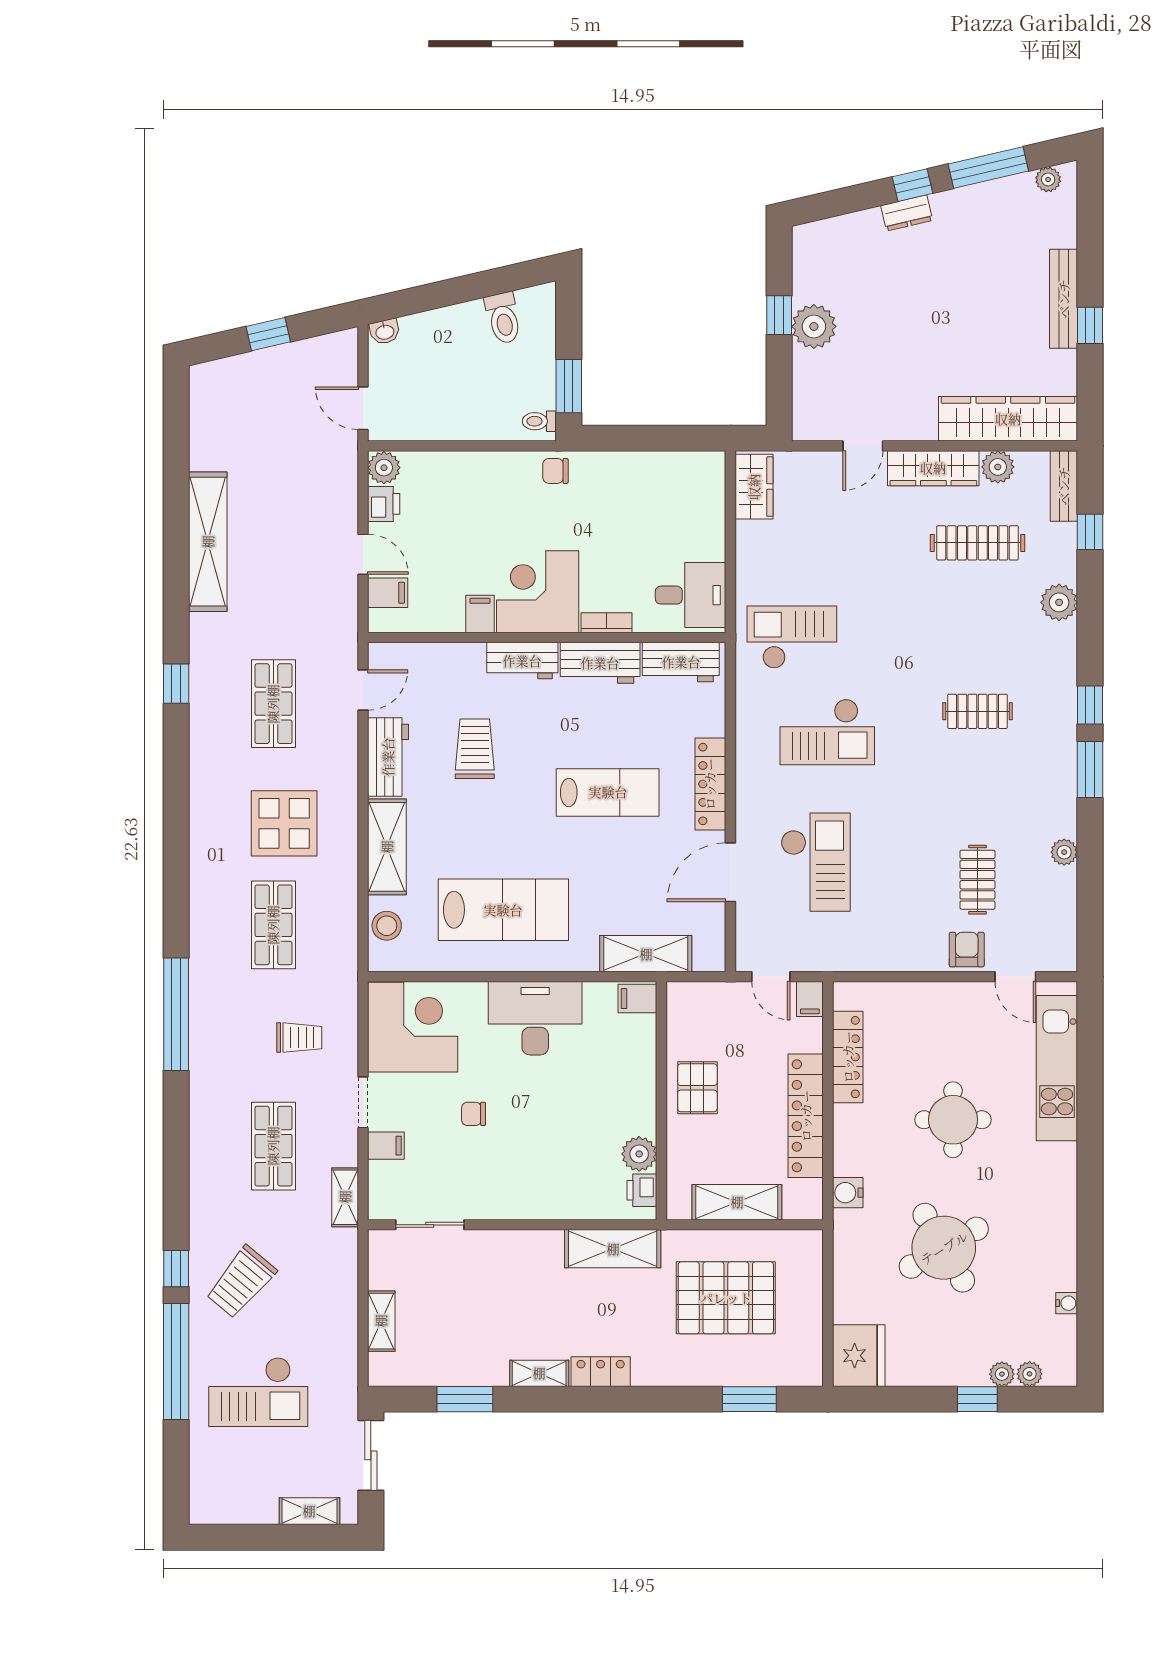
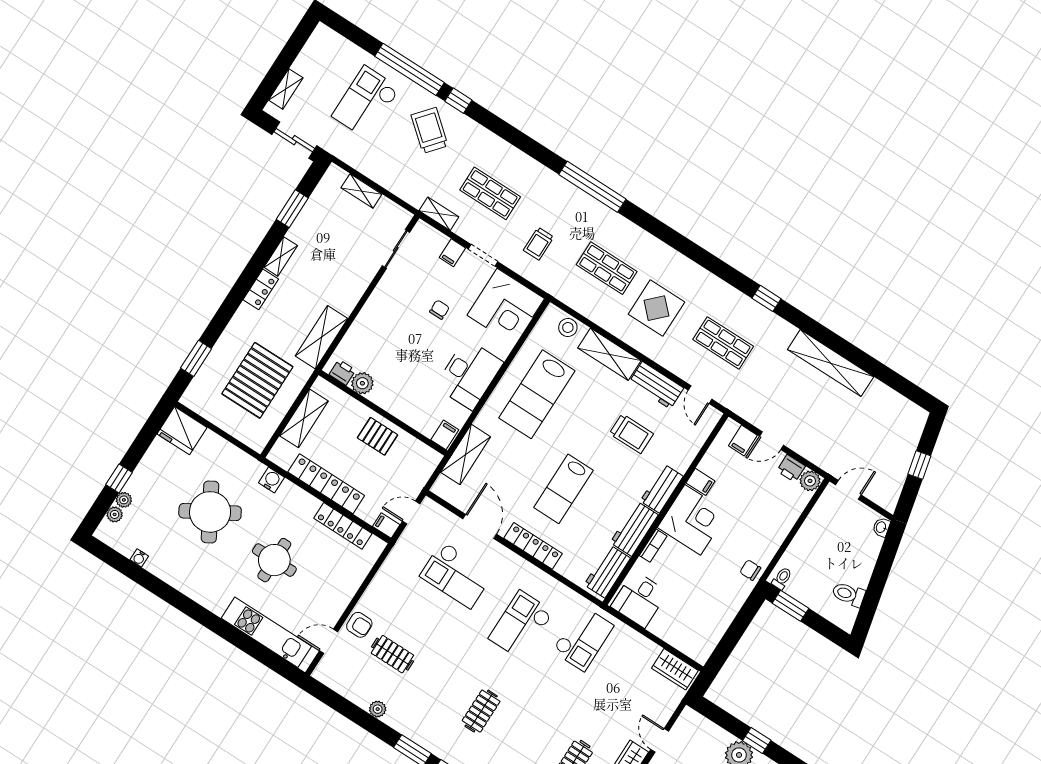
chair: (555, 471) -> (750, 570), turned -90

